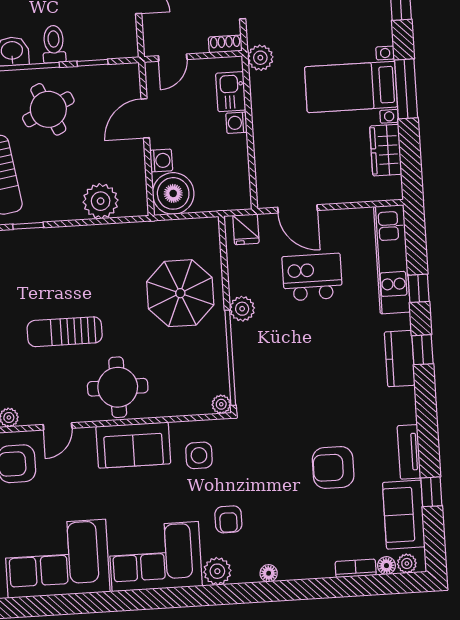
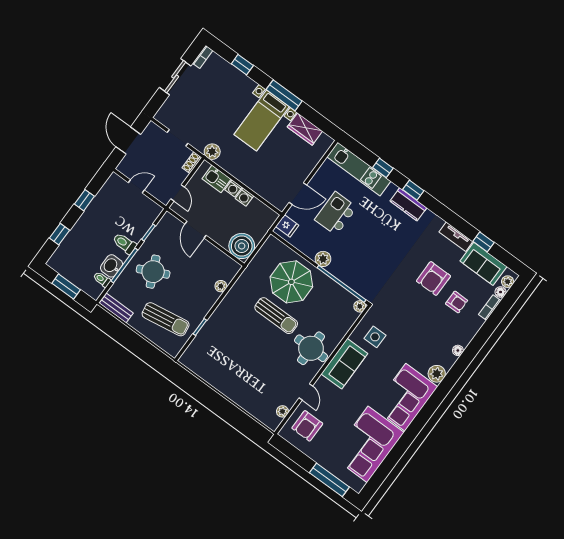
washing machine: (161, 161) -> (244, 197), moved, turned 180
plant: (101, 201) -> (221, 286), width x0.53, depth x0.53
sun lounger: (65, 332) -> (276, 316), moved, turned -90
armchair: (228, 519) -> (457, 302), moved

